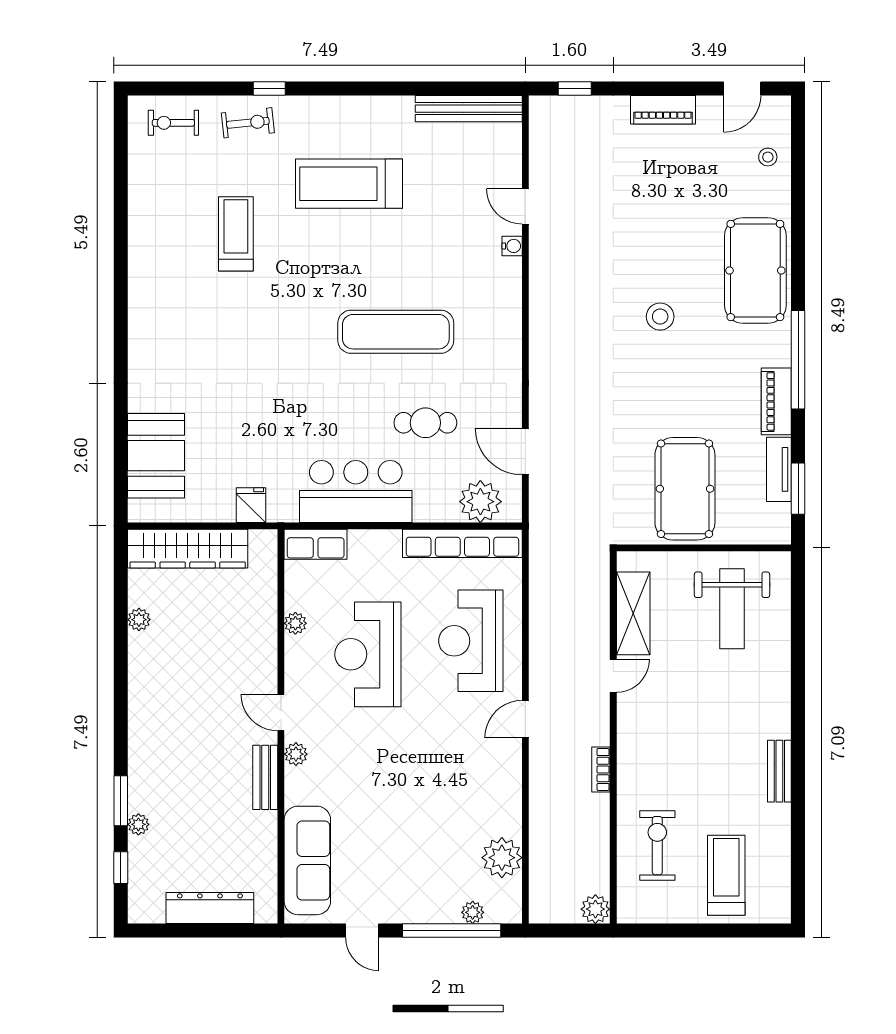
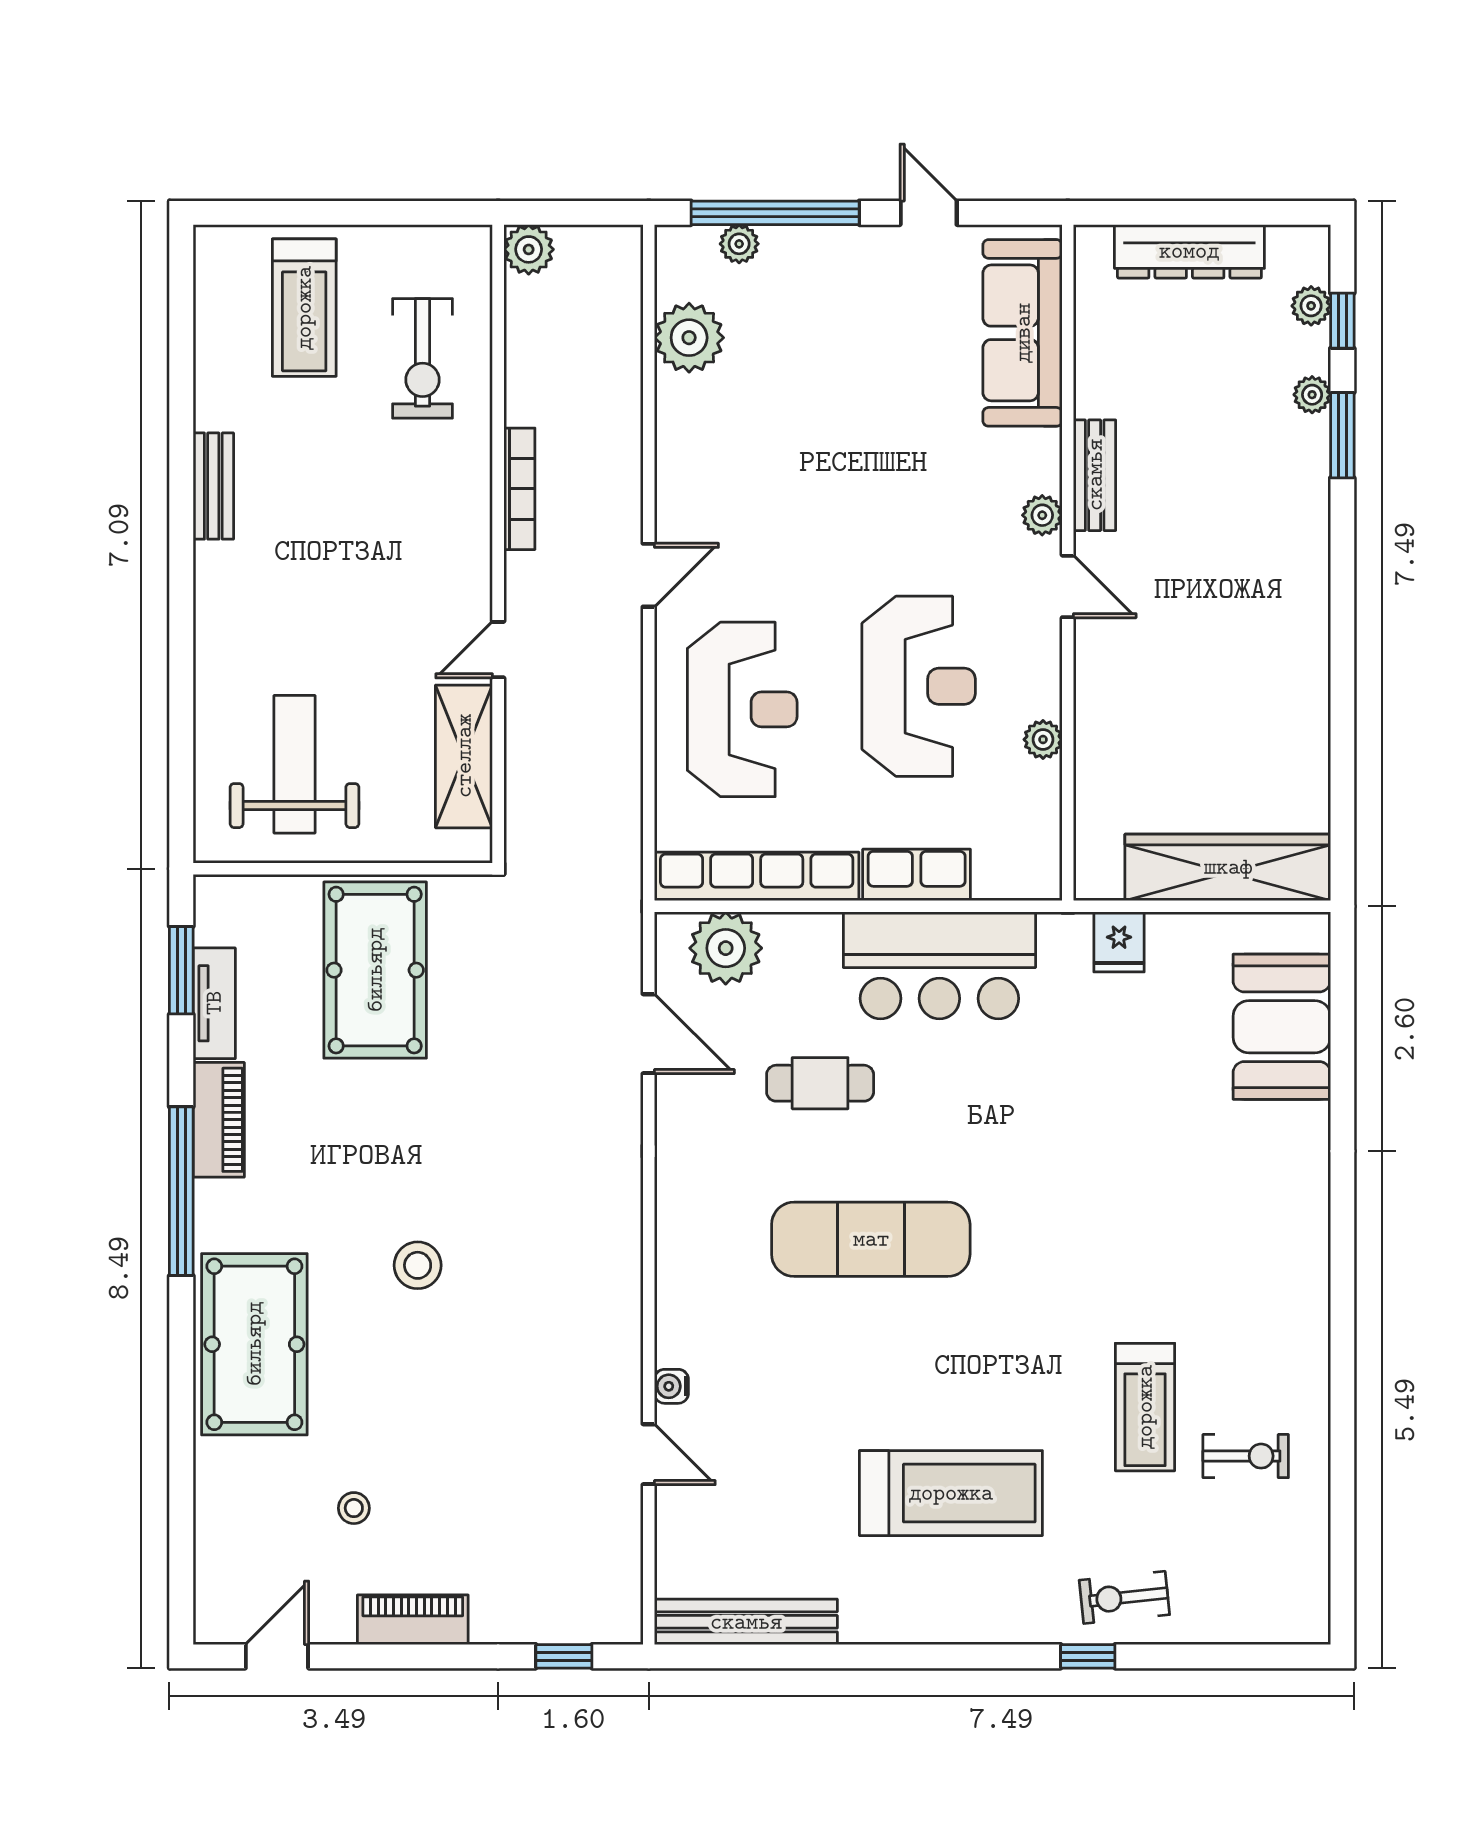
exercise bike: (173, 123) -> (1246, 1456), moved
stool: (768, 157) -> (354, 1508), moved
row of seats: (316, 544) -> (917, 875), moved
plant: (139, 620) -> (1311, 306), moved
bookcase: (601, 769) -> (519, 489), width x1.56

